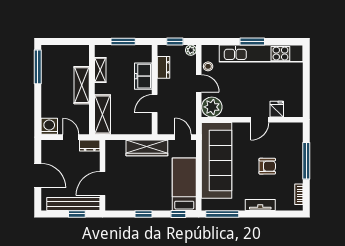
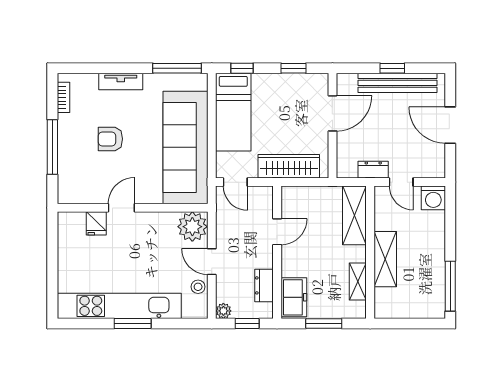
freezer: (143, 76) -> (294, 297), moved
wall: (103, 175) -> (332, 126), moved
door: (103, 184) -> (332, 113), moved

